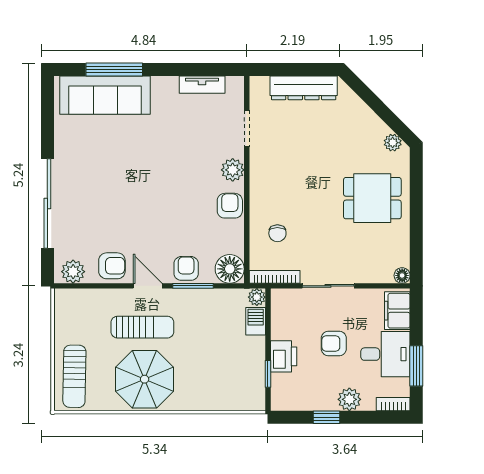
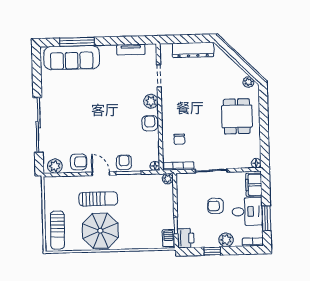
dining table: (372, 198) -> (237, 116), turned 90
floor lamp: (230, 269) -> (155, 166), width x0.53, depth x0.53
barbecue: (256, 321) -> (169, 238), moved
printer: (284, 356) -> (186, 238), moved

